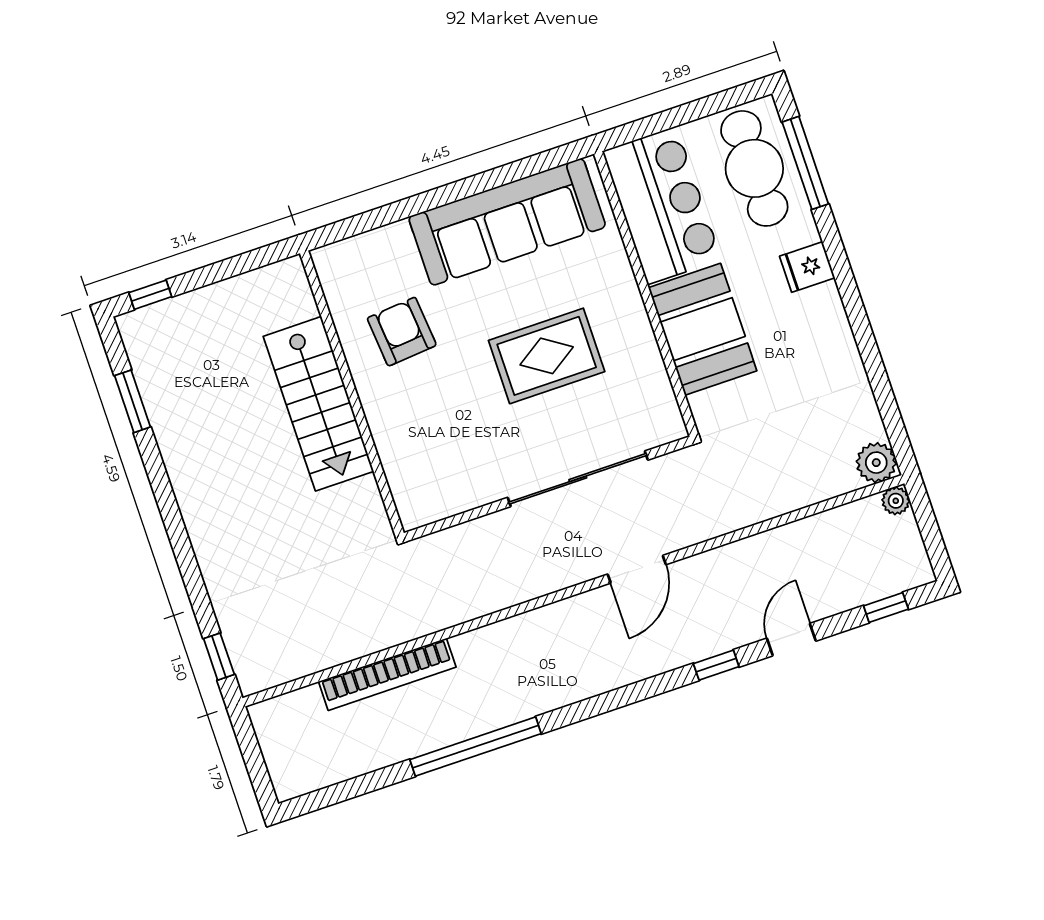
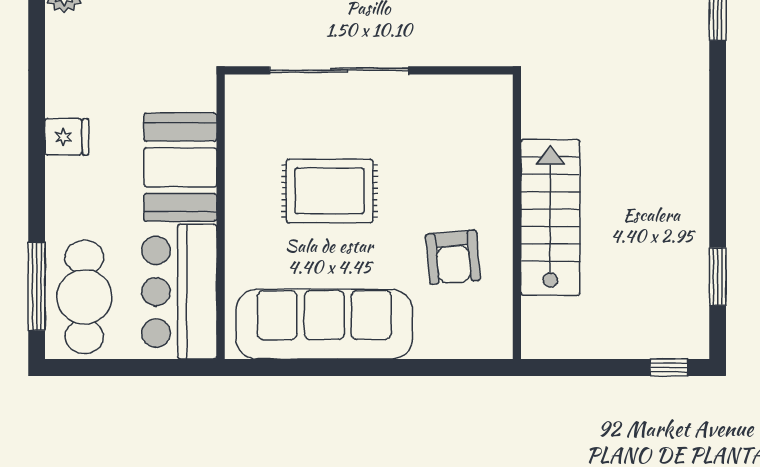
fridge: (807, 267) -> (67, 137), moved

